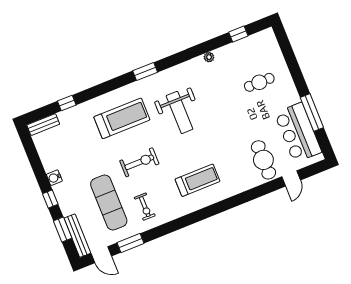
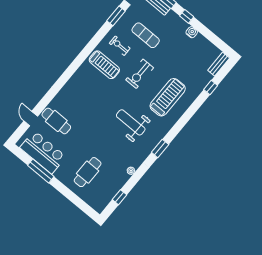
window: (145, 71) -> (160, 148), moved
cafe table: (259, 82) -> (88, 172), width x1.37, depth x1.35
treadmill: (122, 118) -> (168, 97), turned 180
treadmill: (198, 180) -> (104, 65), moved, turned -90
exercise mat: (109, 203) -> (146, 35), width x0.73, depth x0.69

